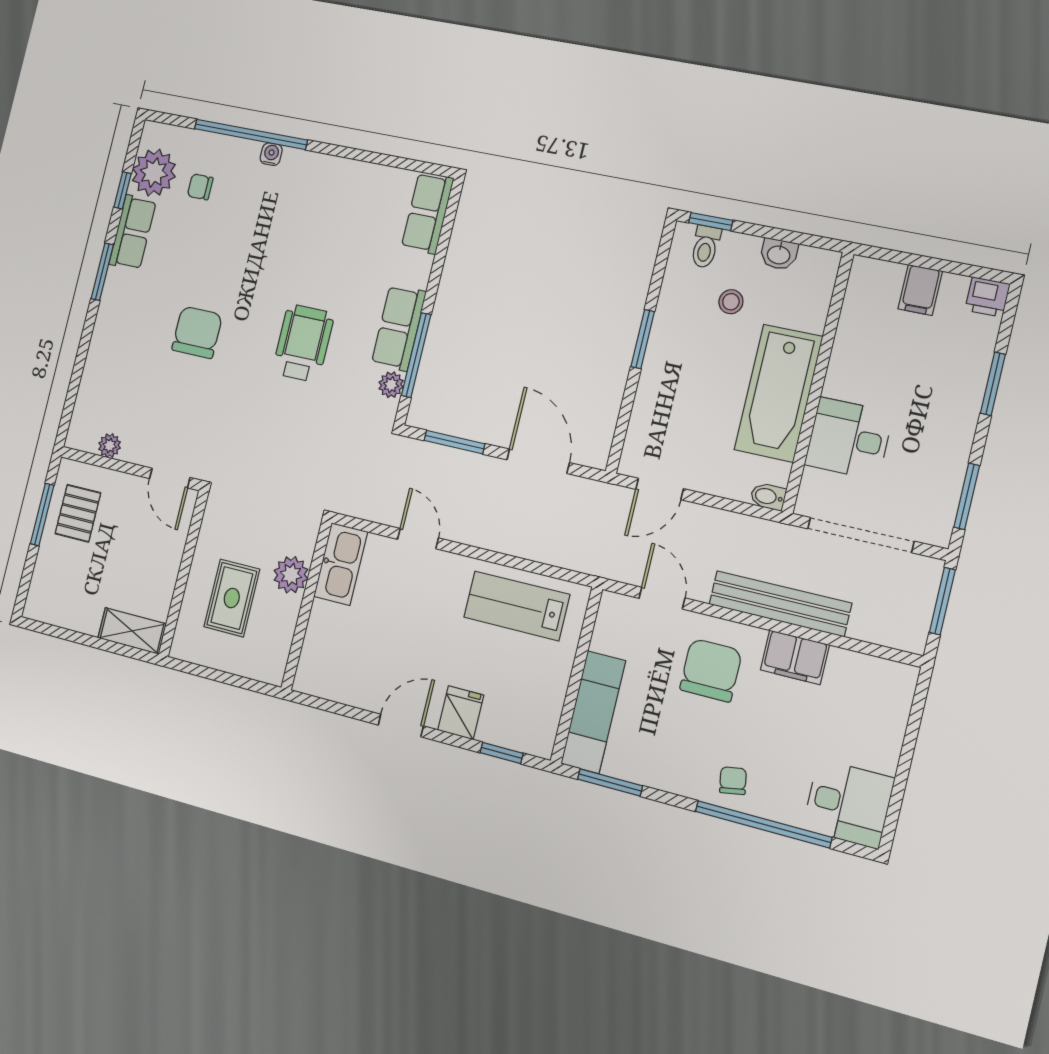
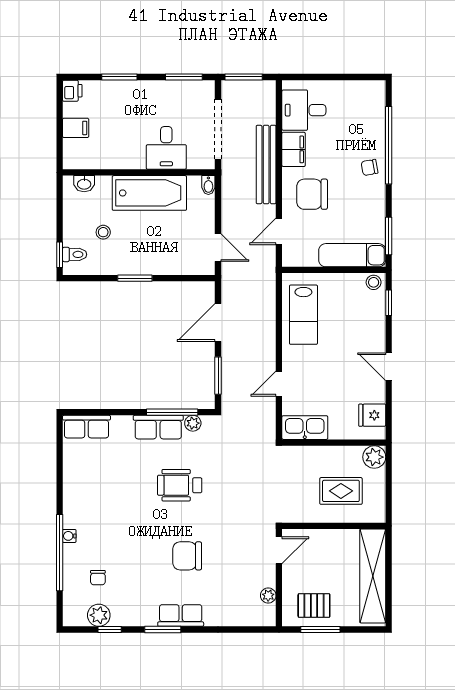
plant: (154, 173) -> (99, 615), width x0.73, depth x0.73
row of seats: (133, 232) -> (181, 616), moved
washbasin: (779, 254) -> (84, 184), moved, turned 90
plant: (291, 575) -> (374, 457), moved
shelving: (132, 631) -> (373, 576), width x2.20, depth x1.33
fridge: (461, 713) -> (372, 415), moved
stool: (541, 737) -> (374, 282), added
desk: (848, 804) -> (304, 110), moved, turned -90

